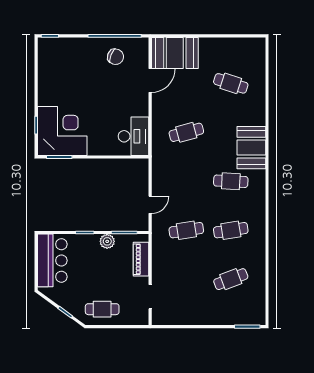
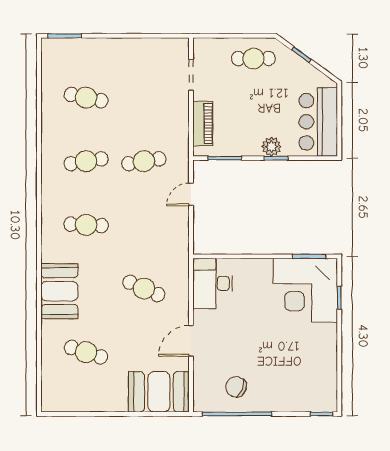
door: (150, 80) -> (191, 341), moved
cafe table: (186, 132) -> (144, 289), turned 39
booth: (251, 148) -> (59, 291), moved
plant: (107, 241) -> (271, 147), moved
cafe table: (231, 279) -> (86, 98), turned 33

